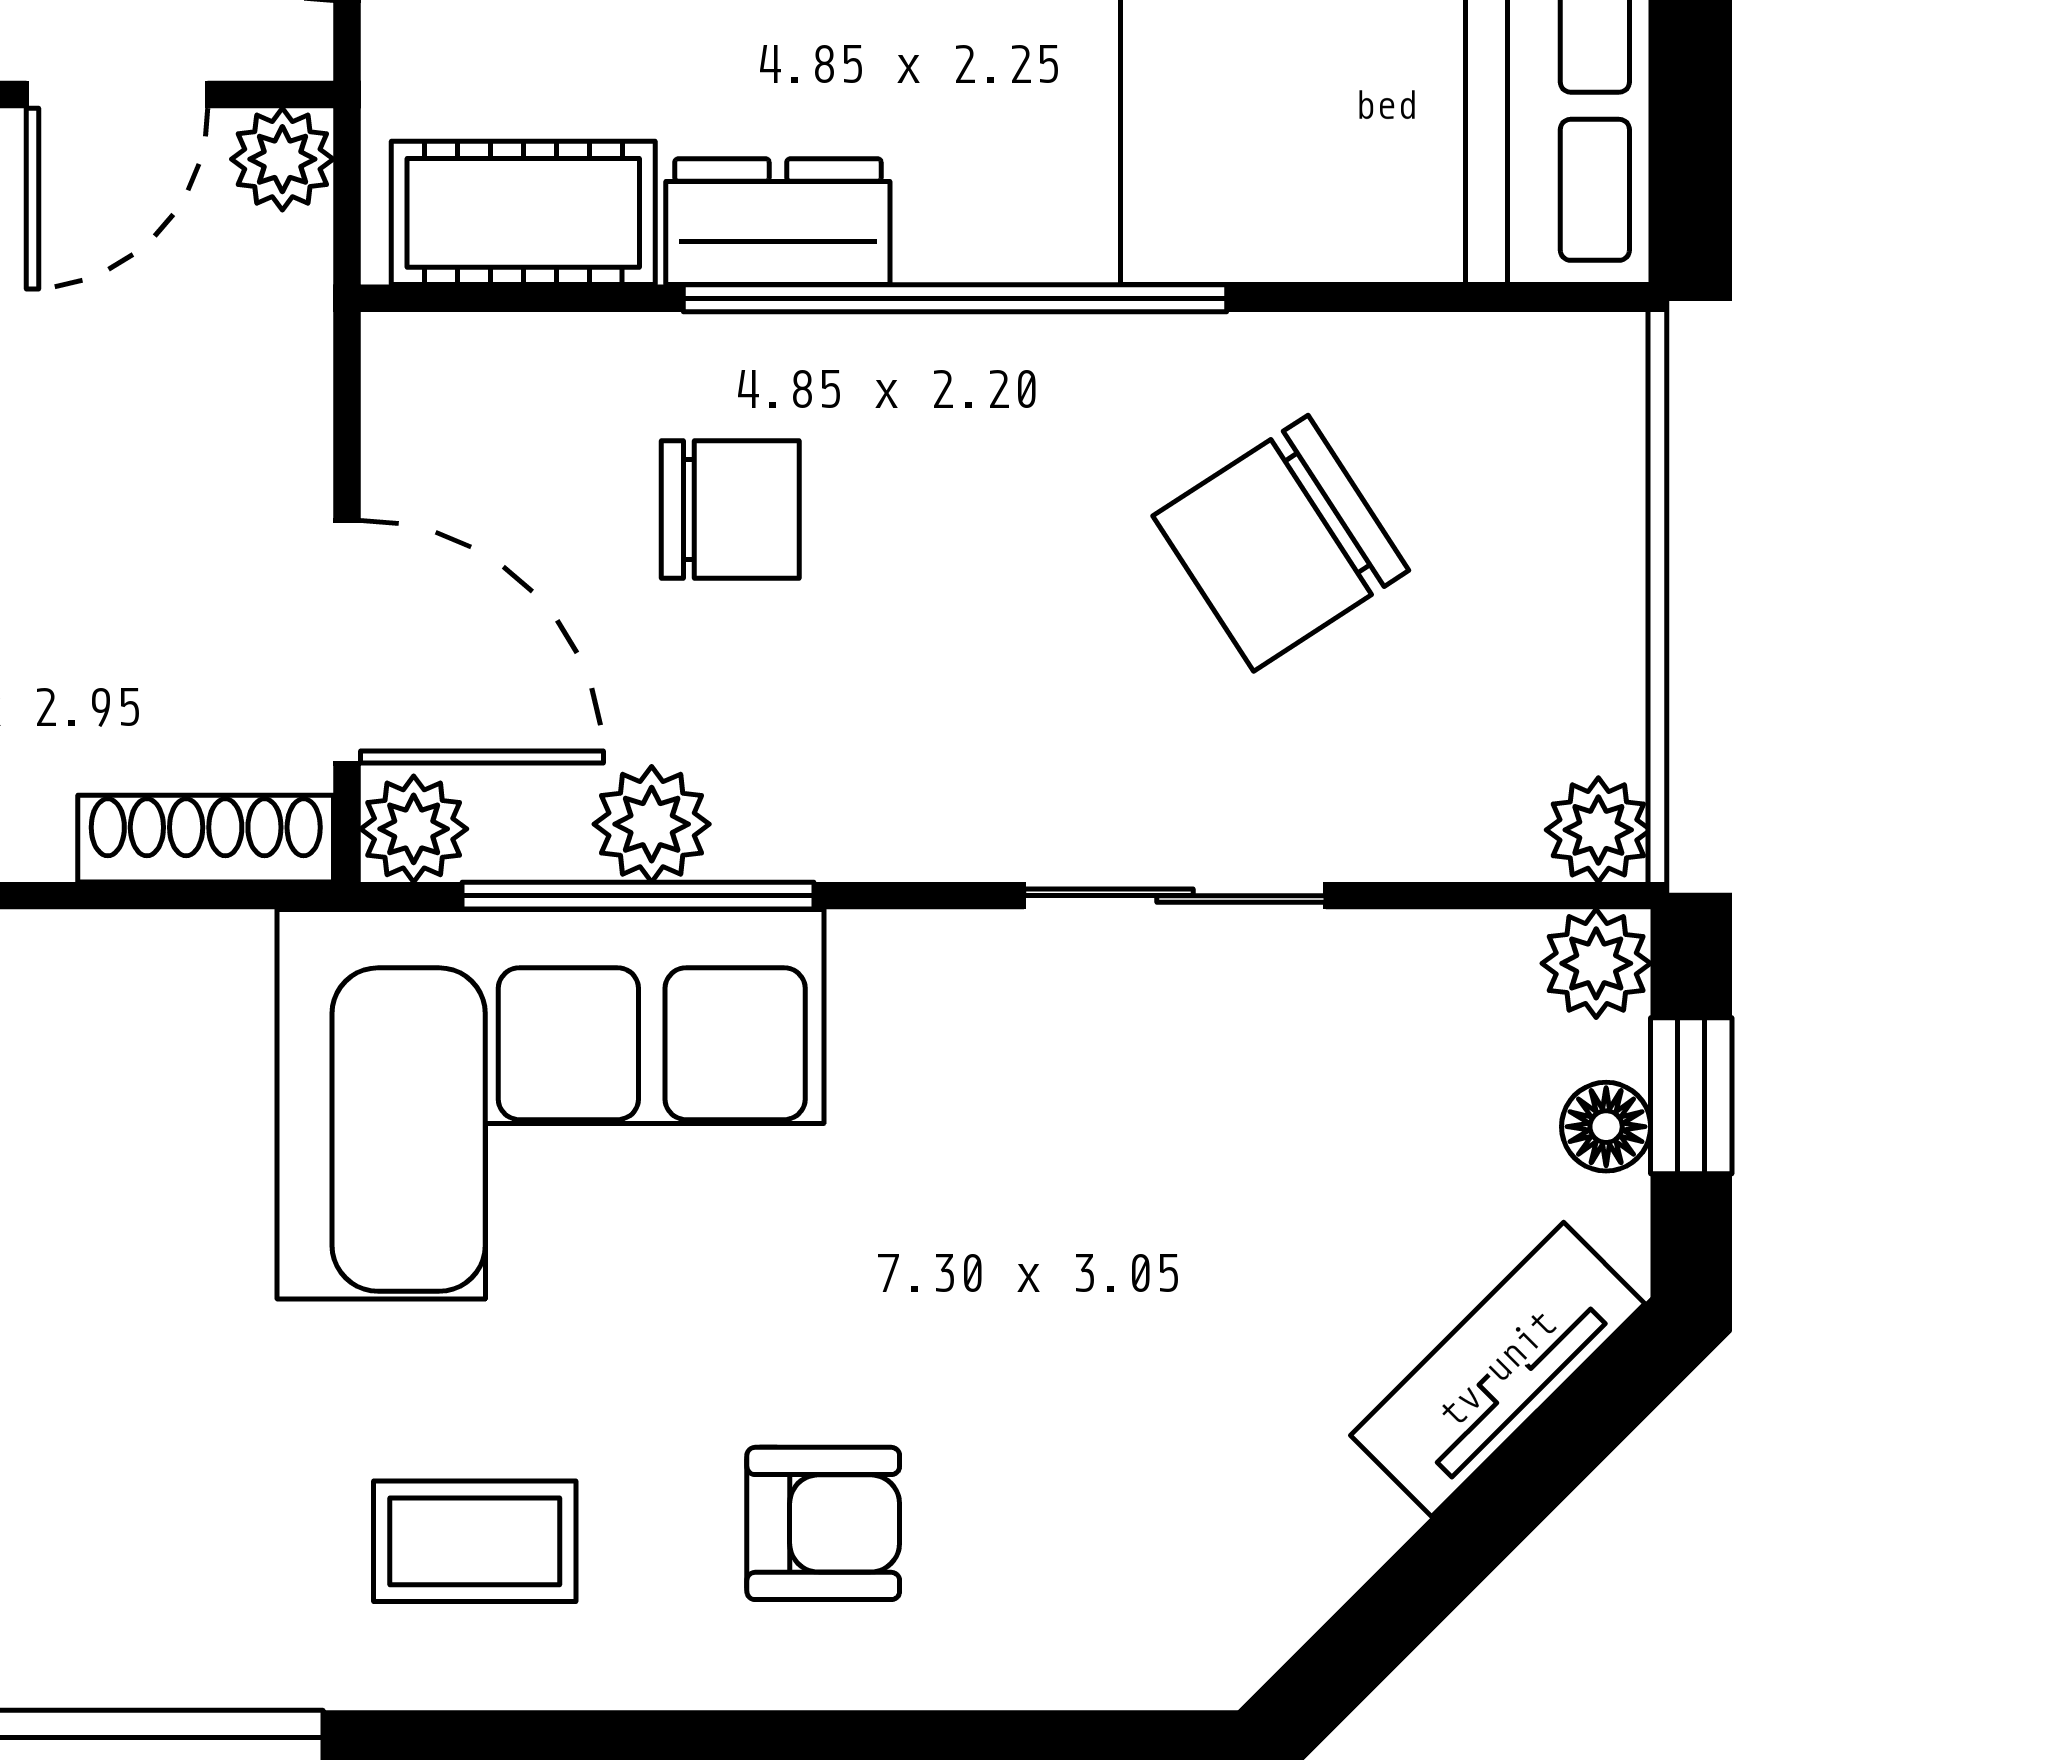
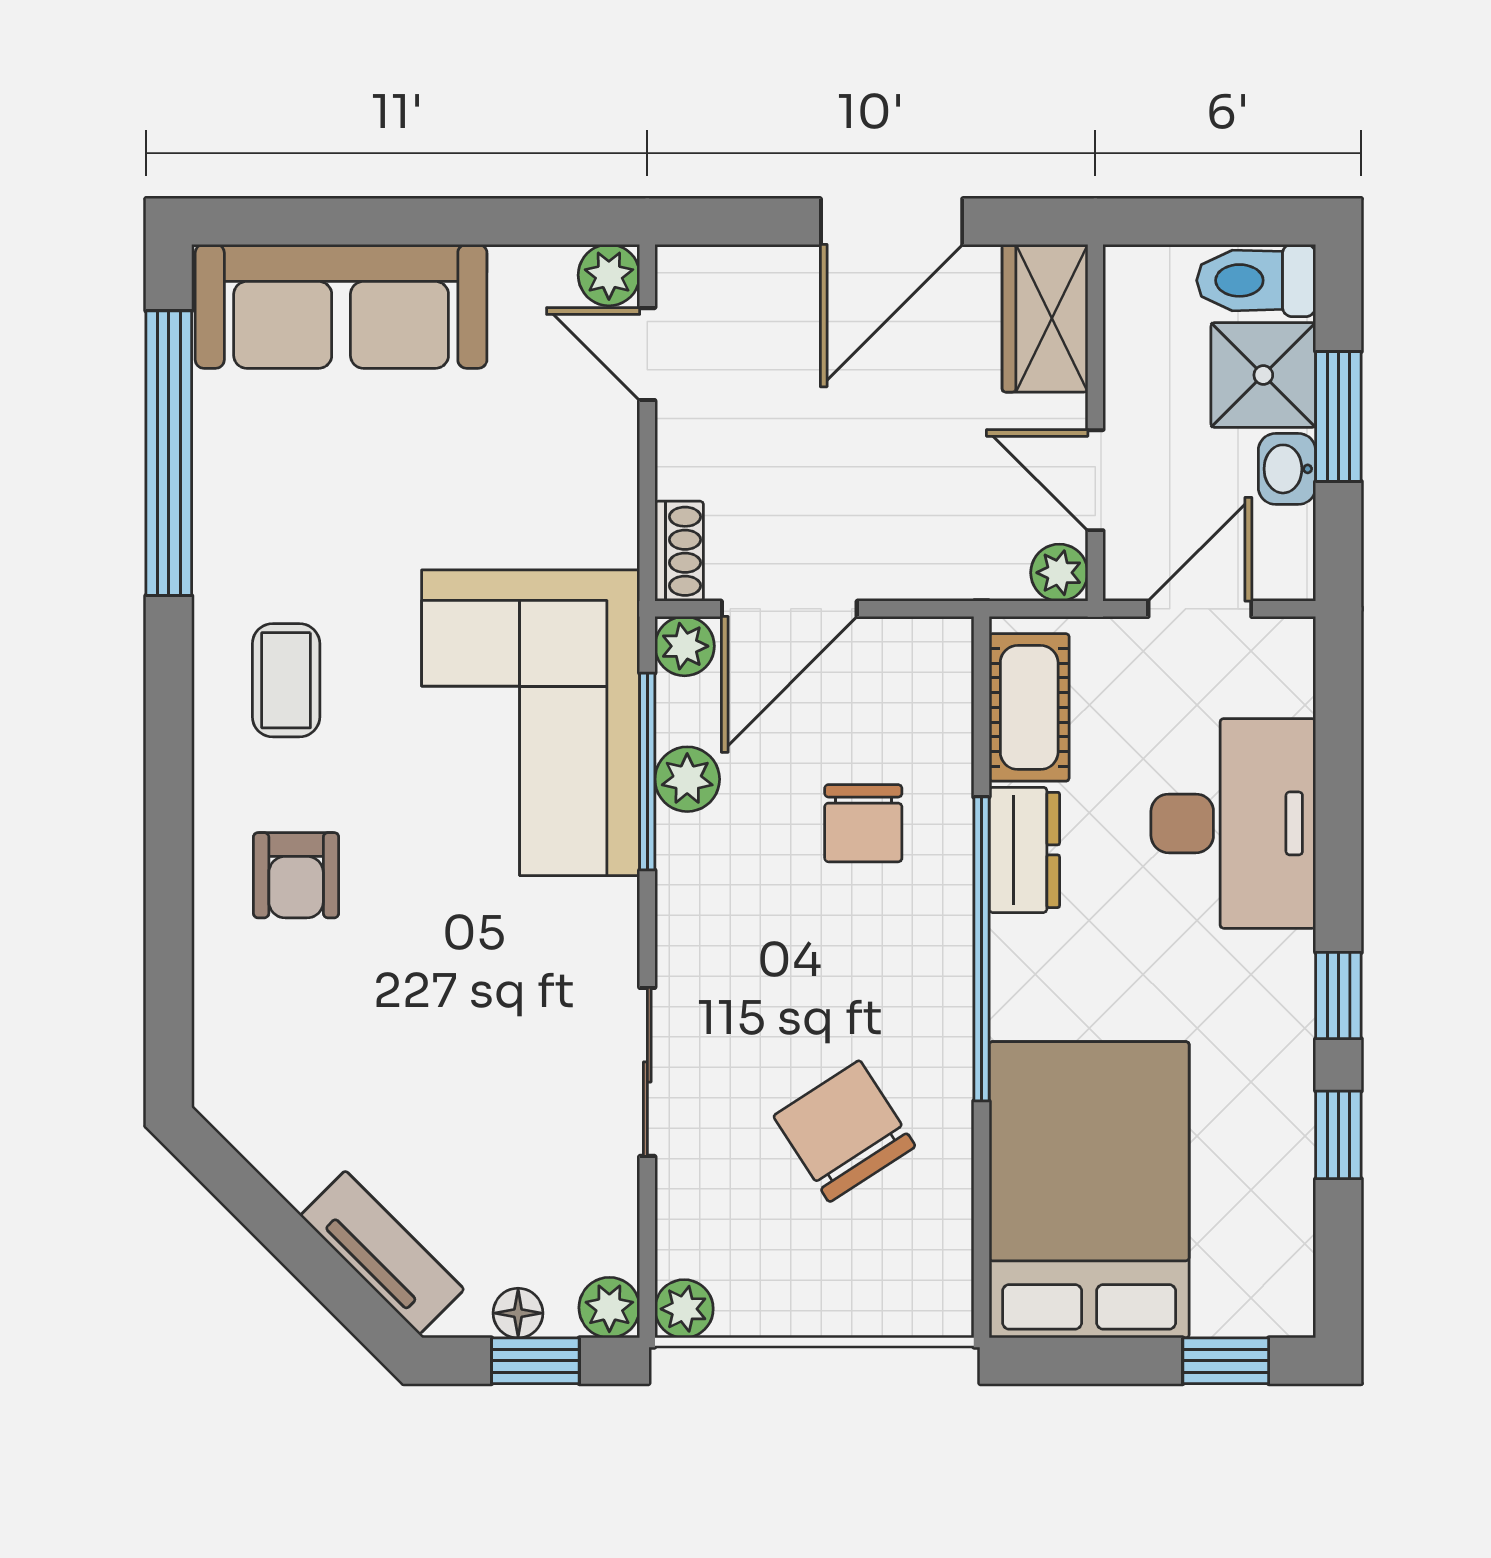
shoe rack: (206, 839) -> (679, 551), width x0.70

